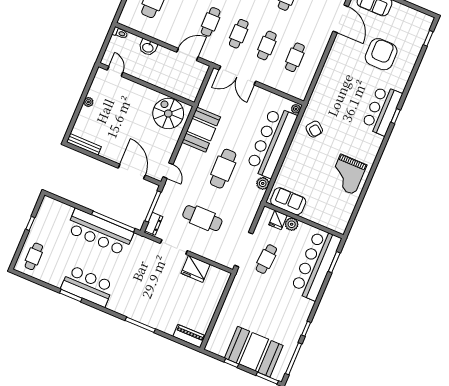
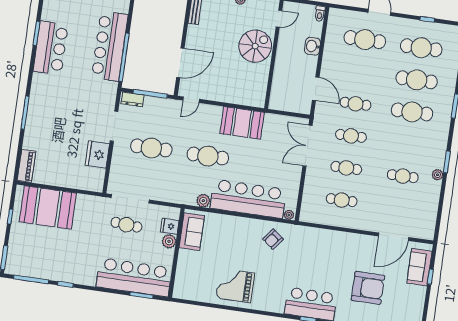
spiral stairs: (168, 113) -> (255, 46), moved
cafe table: (202, 218) -> (151, 148), turned 90
booth: (254, 352) -> (48, 207), moved, turned 90

